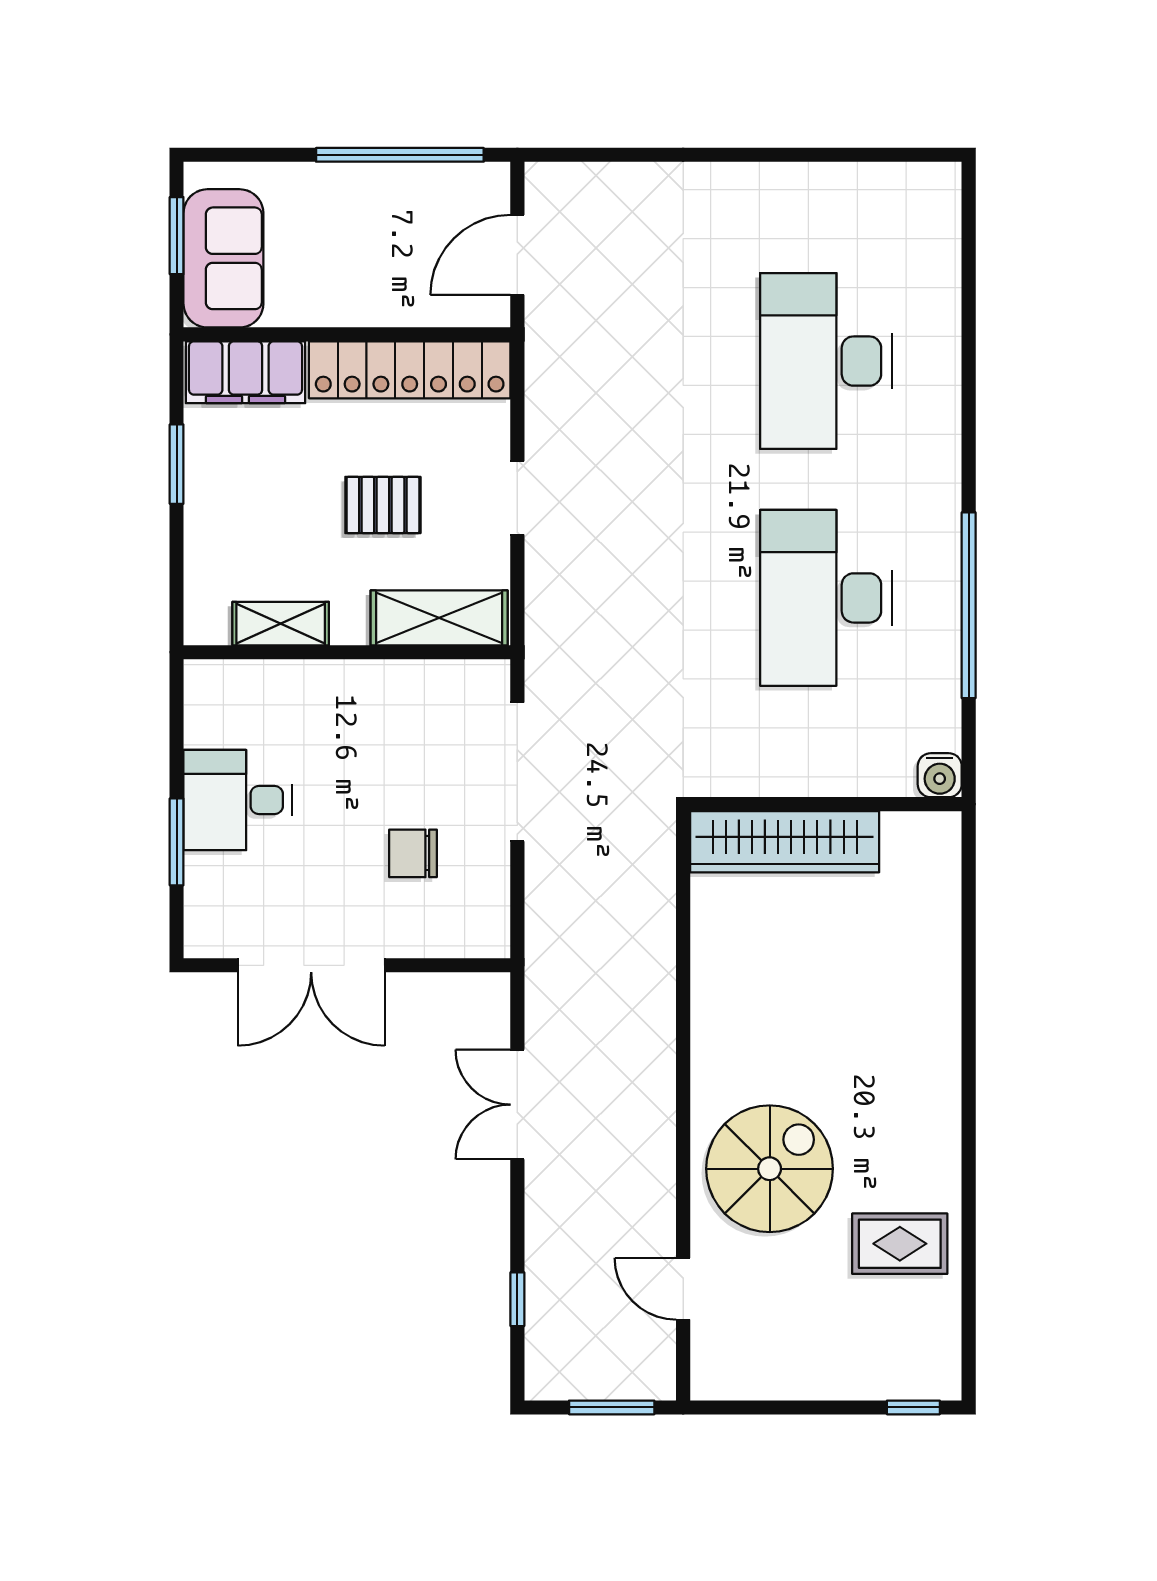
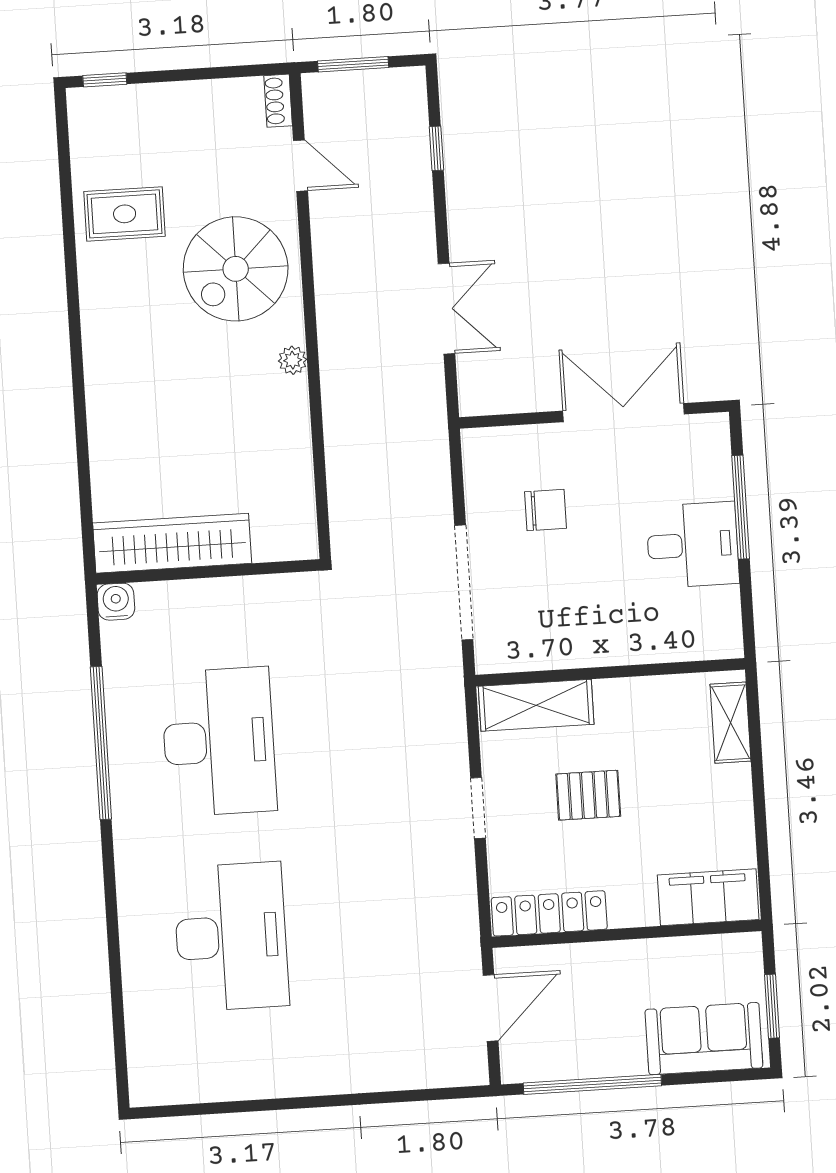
sofa: (223, 258) -> (704, 1039), moved, turned 90
locker: (410, 370) -> (549, 913), width x0.71, depth x0.83
window: (177, 464) -> (760, 818), removed
shelving: (281, 624) -> (731, 723), moved, turned 90
window: (177, 842) -> (741, 507), width x1.44
wardrobe: (785, 842) -> (172, 543), moved
plant: (708, 1054) -> (293, 360), added
shoe rack: (705, 1369) -> (278, 101), added

